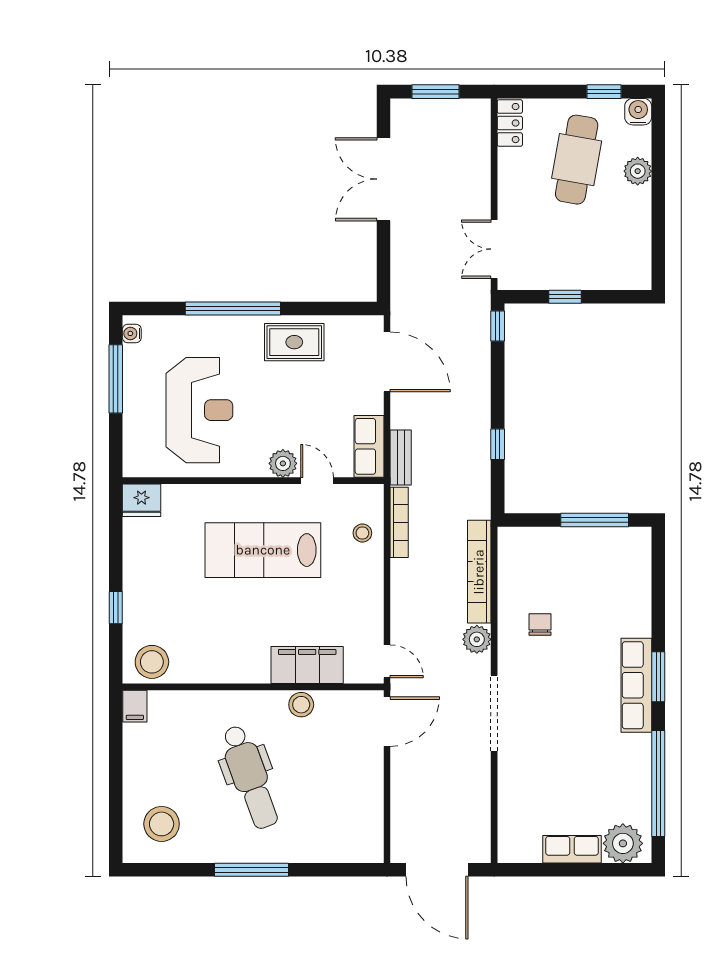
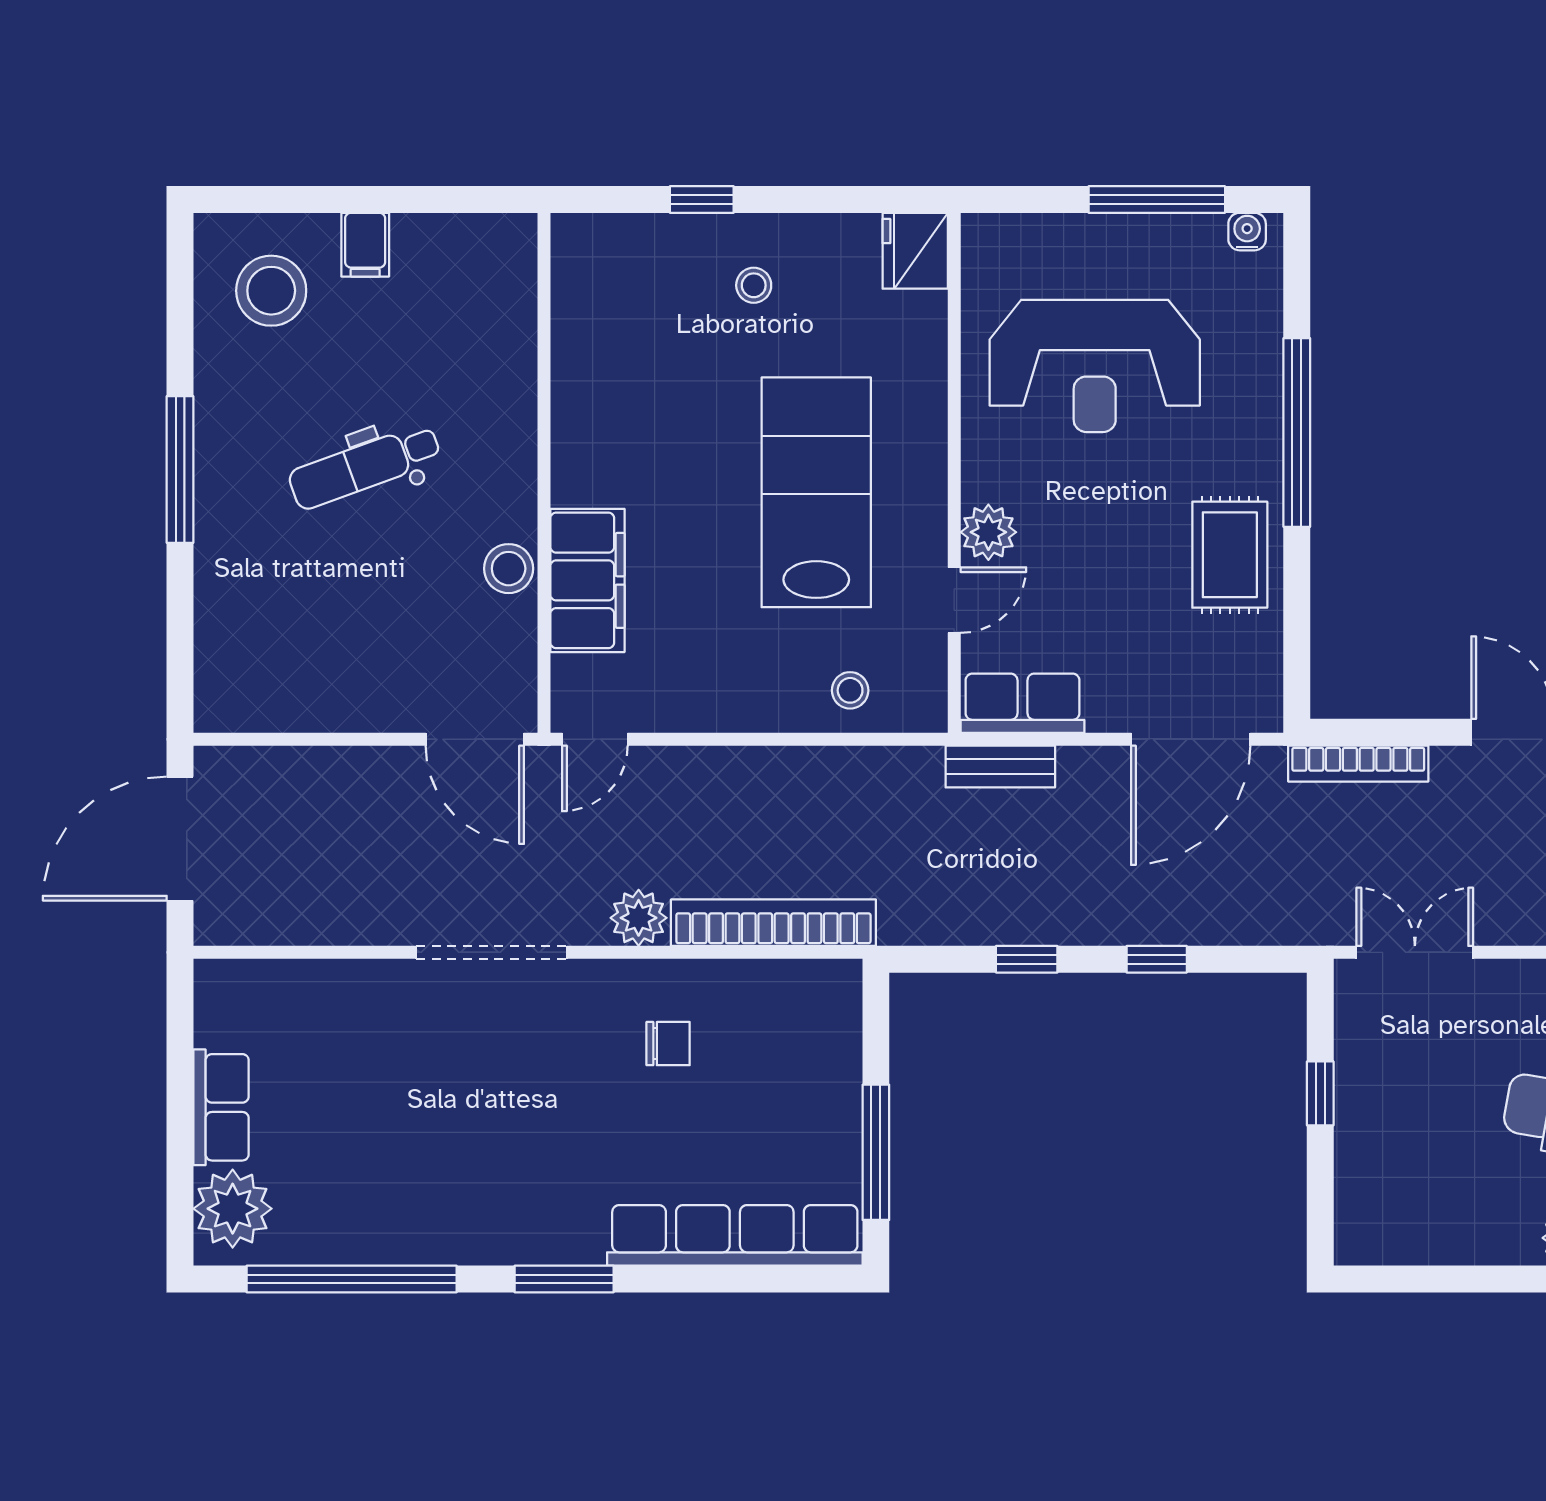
window: (498, 326) -> (1157, 959), moved
bookcase: (399, 522) -> (1358, 764), moved
stool: (152, 662) -> (754, 285), moved, width x0.53, depth x0.53
row of seats: (636, 685) -> (735, 1235), moved, width x1.36
filing cabinet: (135, 706) -> (365, 245), moved, turned -90
dental chair: (250, 777) -> (365, 466), width x0.73, depth x0.72

